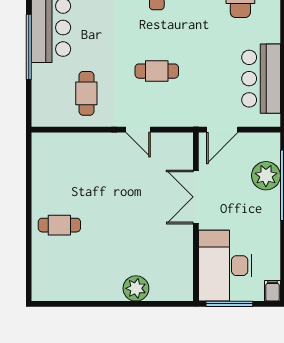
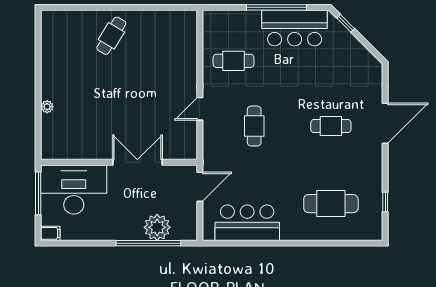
door: (222, 130) -> (200, 187), swing flipped
cafe table: (59, 225) -> (111, 36), turned 31
plant: (136, 288) -> (47, 107), width x0.53, depth x0.53

